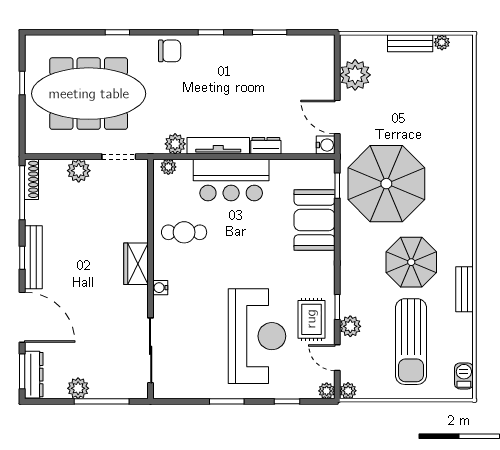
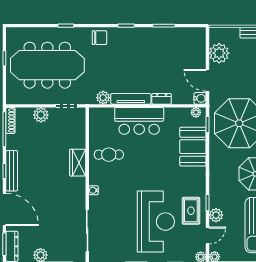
plant: (168, 167) -> (196, 112), moved
wardrobe: (136, 264) -> (78, 163), moved
door: (337, 358) -> (208, 235), swing flipped

